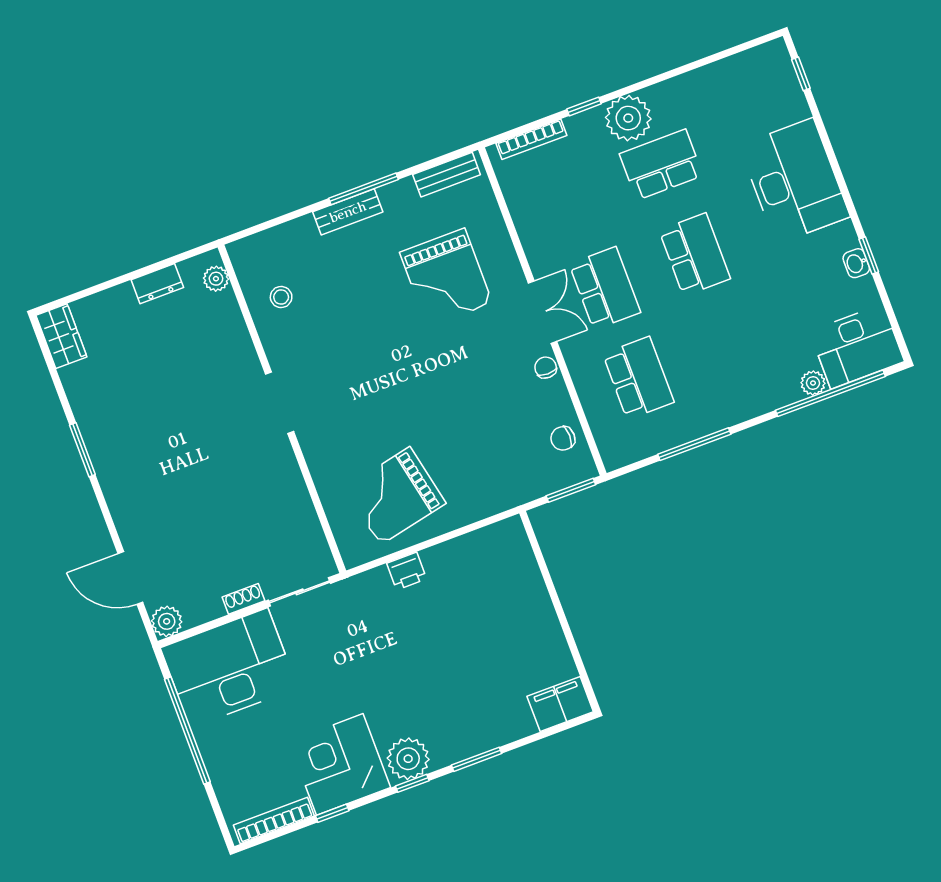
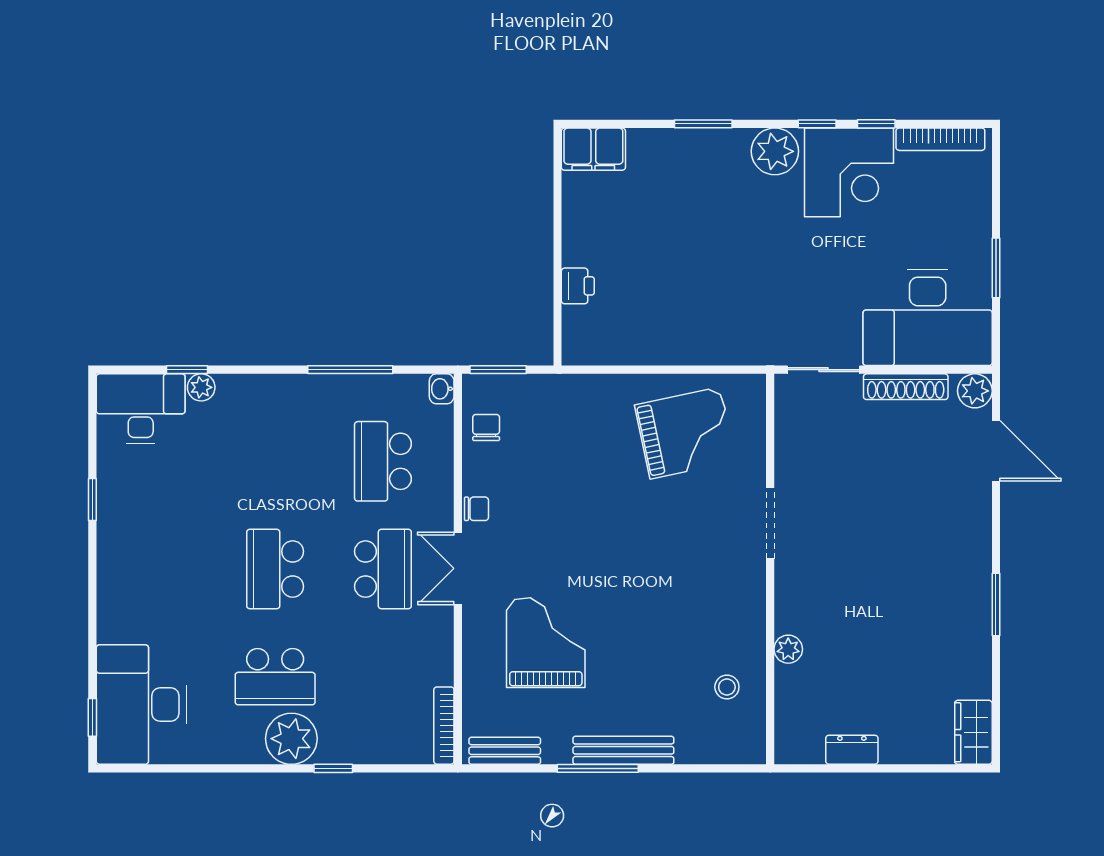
bookcase: (531, 139) -> (444, 726), moved, turned -90
desk: (795, 181) -> (141, 705), moved
bench: (348, 212) -> (623, 750), width x1.36
washbasin: (856, 263) -> (442, 389), moved, turned 180
plant: (216, 279) -> (788, 649), moved
school desk: (605, 288) -> (383, 569), turned 180
chair: (546, 368) -> (476, 509), turned -90
window: (830, 393) -> (187, 370), width x0.32
doorway: (280, 403) -> (770, 523), moved
chair: (563, 438) -> (486, 427), turned -90
printer: (407, 571) -> (578, 286), moved, turned 90
shoe rack: (243, 599) -> (906, 387), width x1.94, depth x1.24
window: (187, 731) -> (996, 268), width x0.47
window: (412, 783) -> (817, 124), moved

